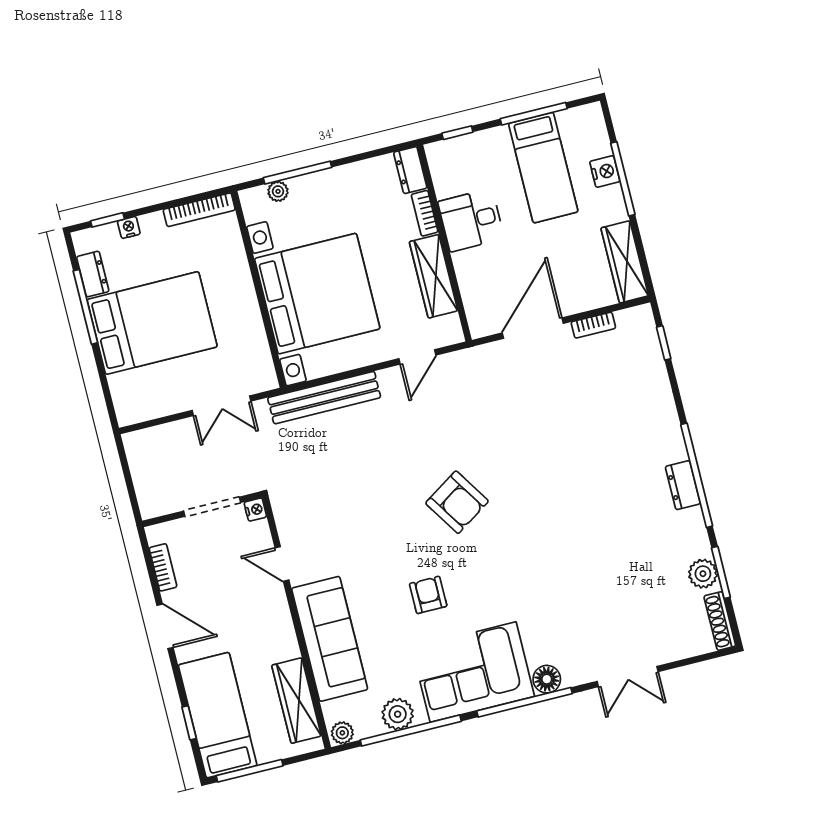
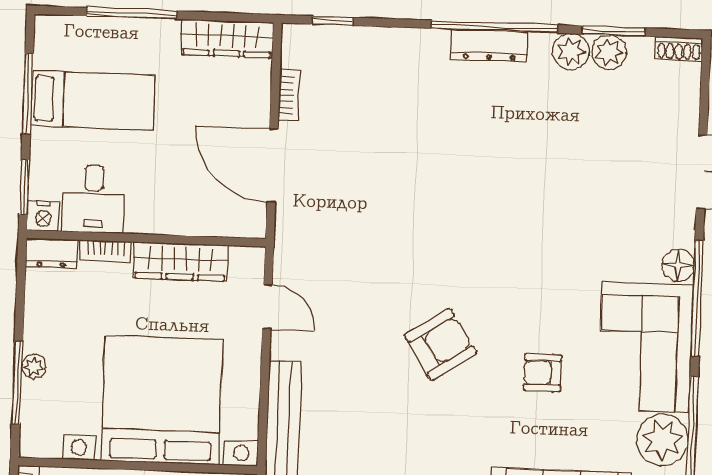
window: (457, 133) -> (24, 187), width x1.50
nightstand: (605, 171) -> (43, 216), moved, turned 180
plant: (278, 191) -> (34, 367), moved
desk: (471, 220) -> (94, 199), moved
dresser: (683, 485) -> (490, 45), width x1.44
armchair: (457, 502) -> (441, 344), moved
plant: (694, 543) -> (571, 52), added
shoe rack: (720, 621) -> (679, 49), width x0.70
plant: (398, 714) -> (662, 440), width x1.36, depth x1.36

